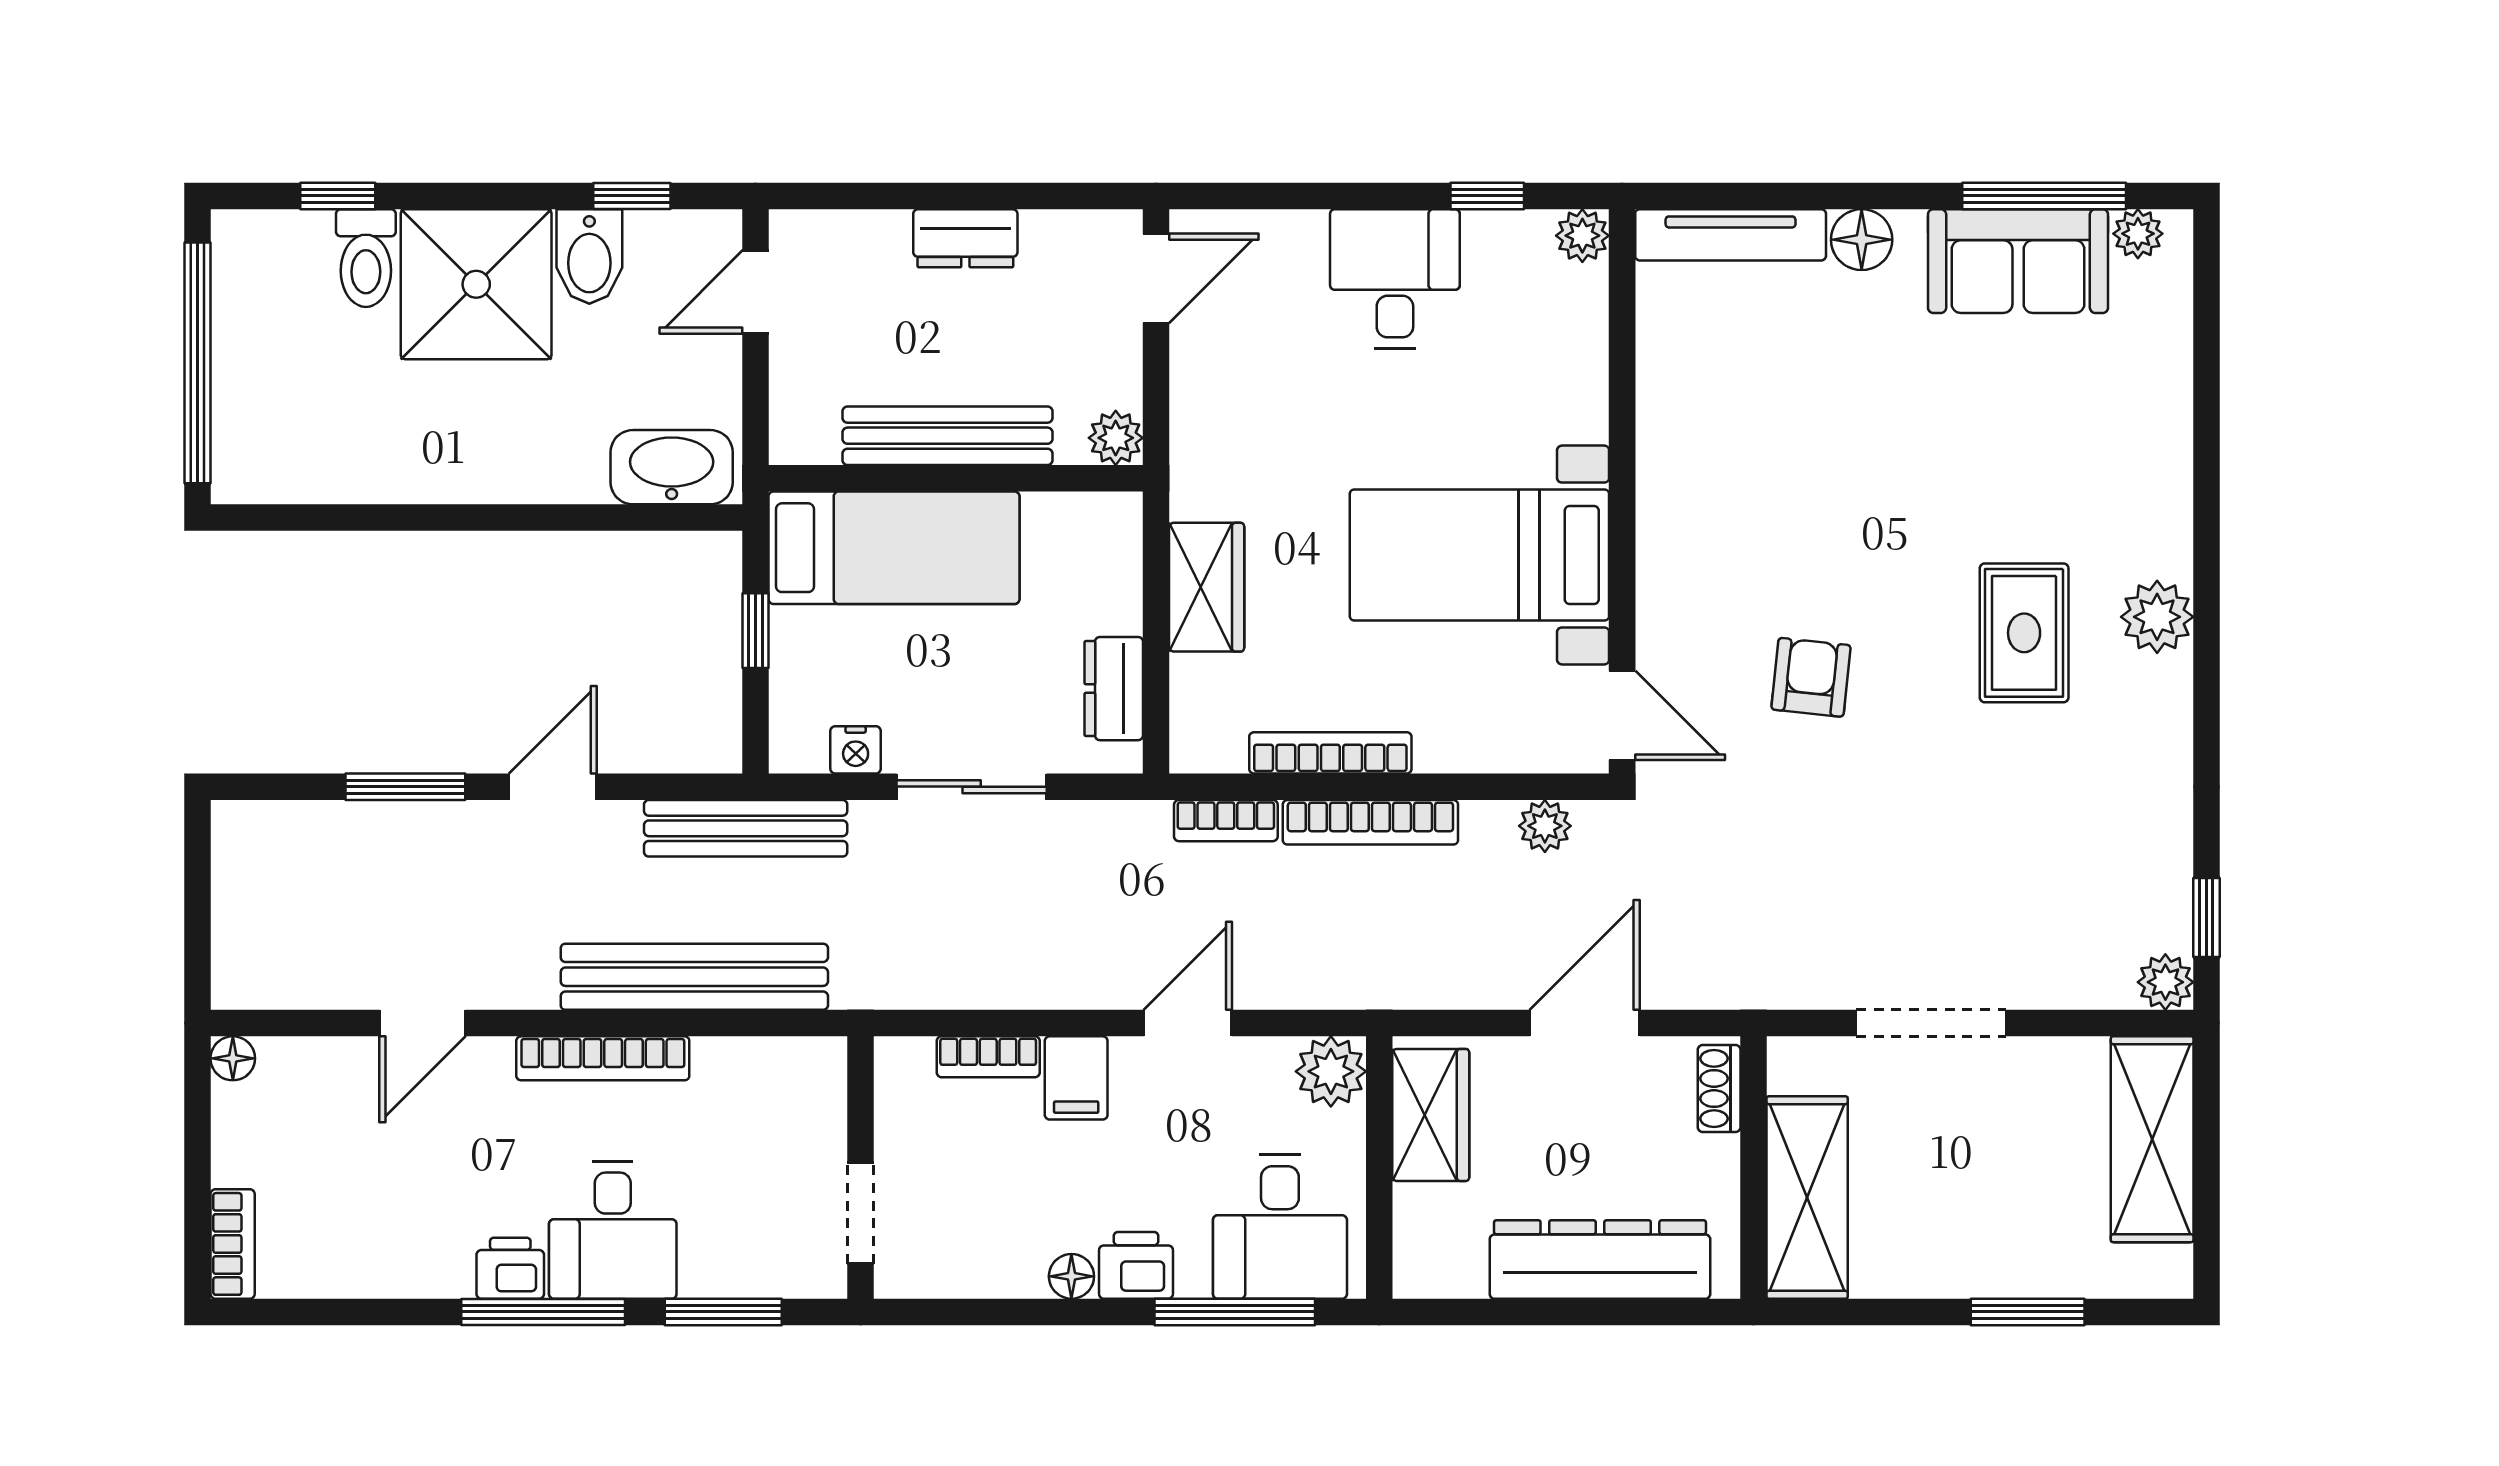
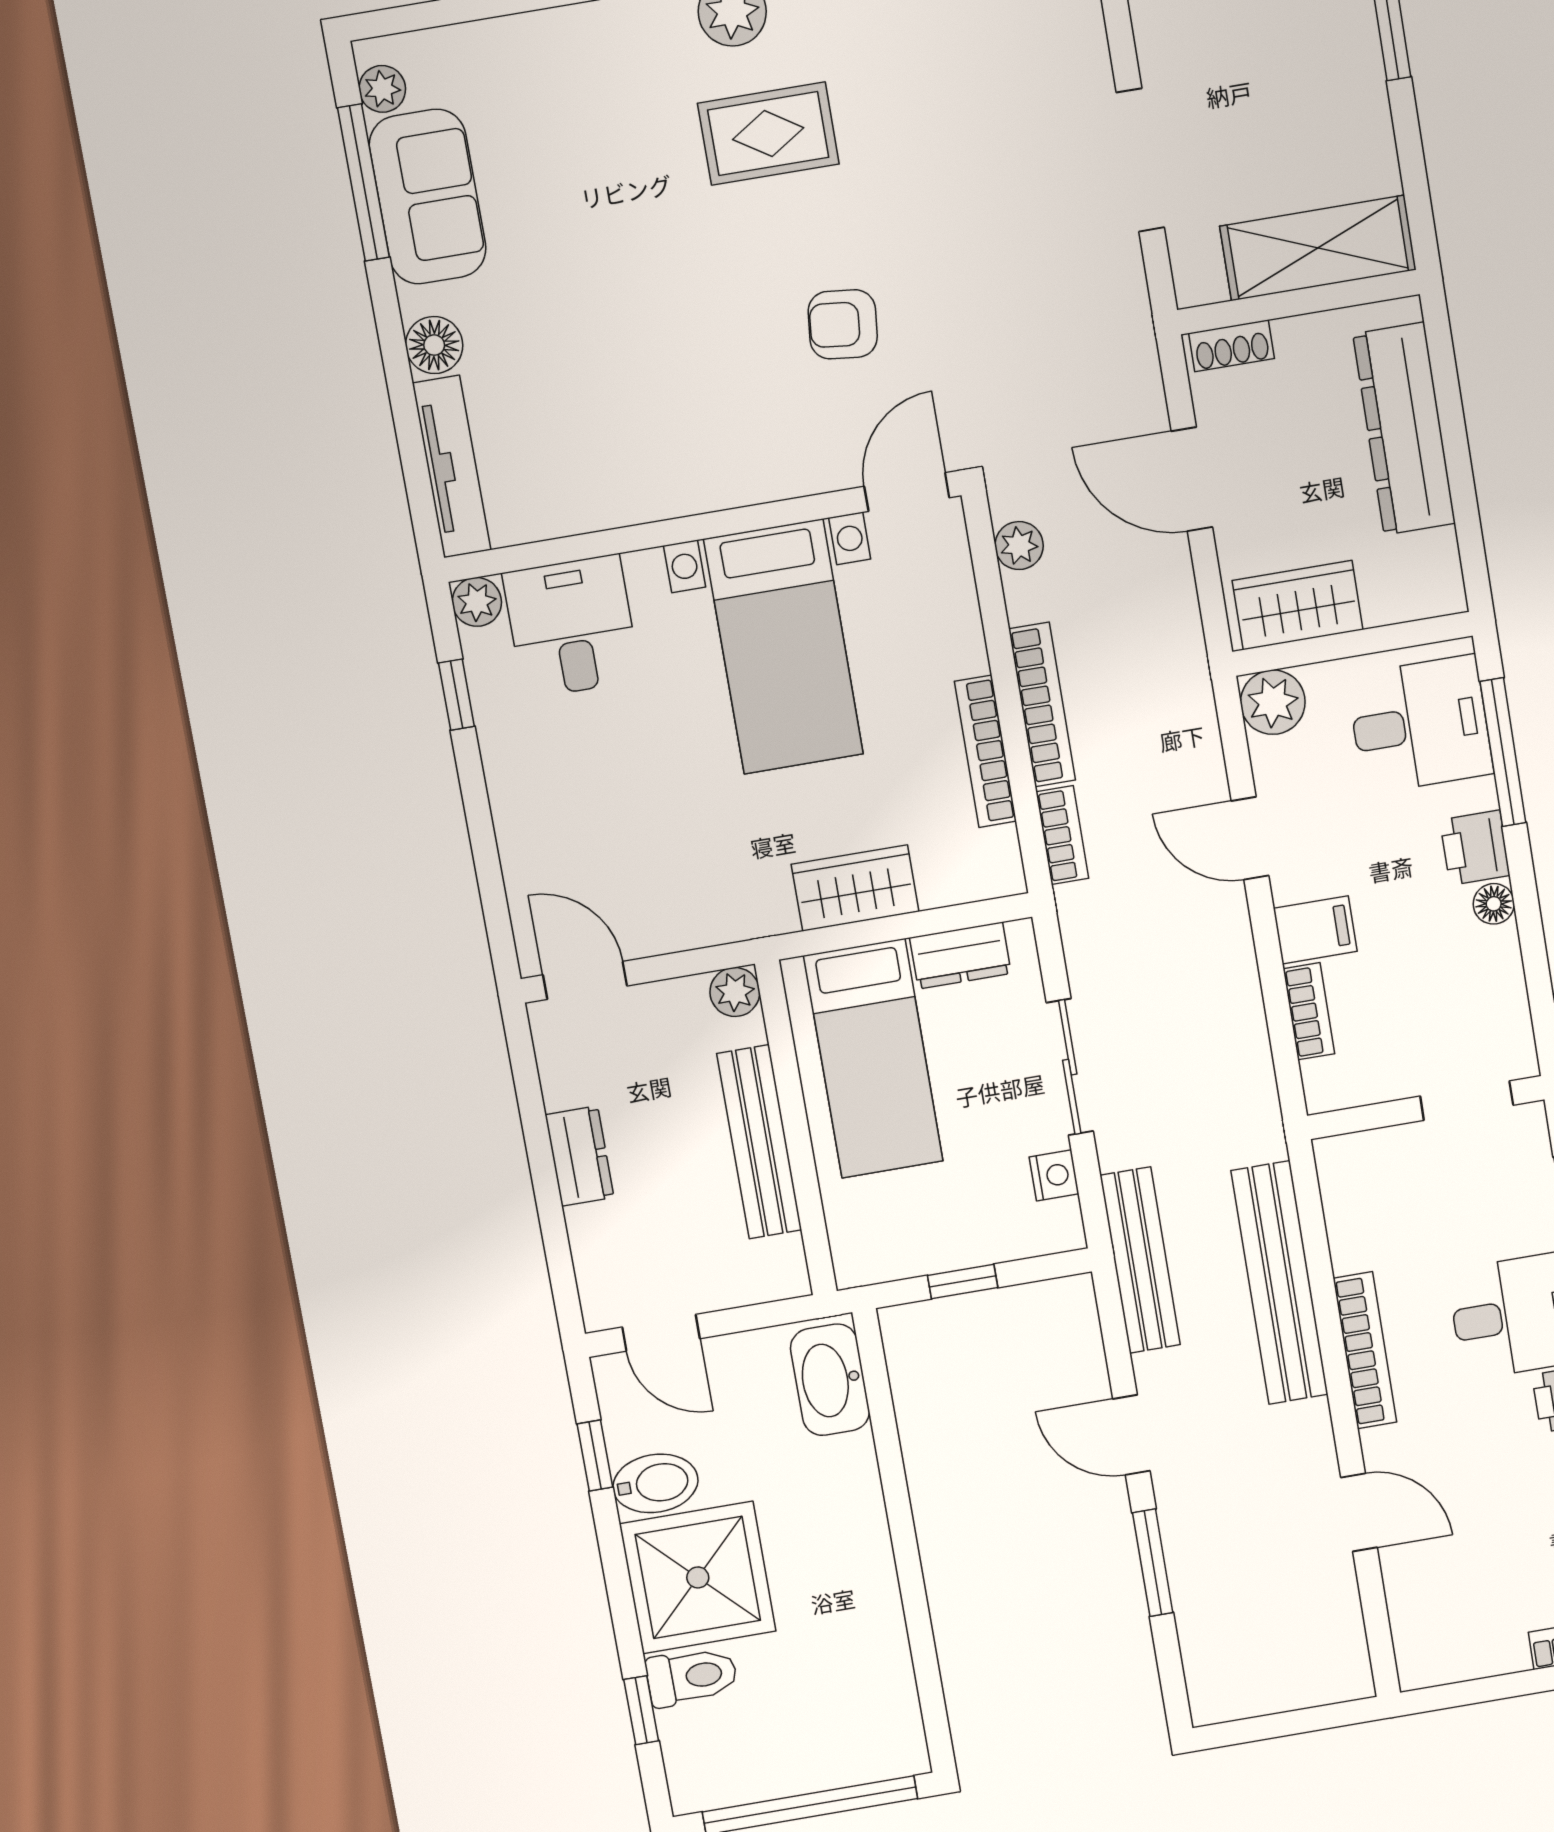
desk: (1395, 279) -> (572, 627), moved, turned 90
bed: (894, 548) -> (873, 1058), moved, turned 180
floor lamp: (233, 1058) -> (1416, 1670), removed

